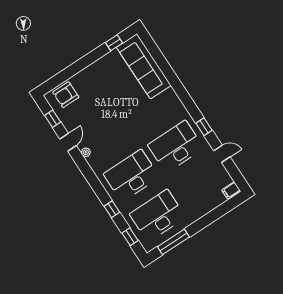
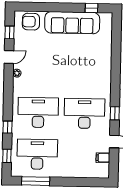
sofa: (144, 66) -> (72, 23), moved, turned -90
filing cabinet: (231, 190) -> (103, 158), moved

